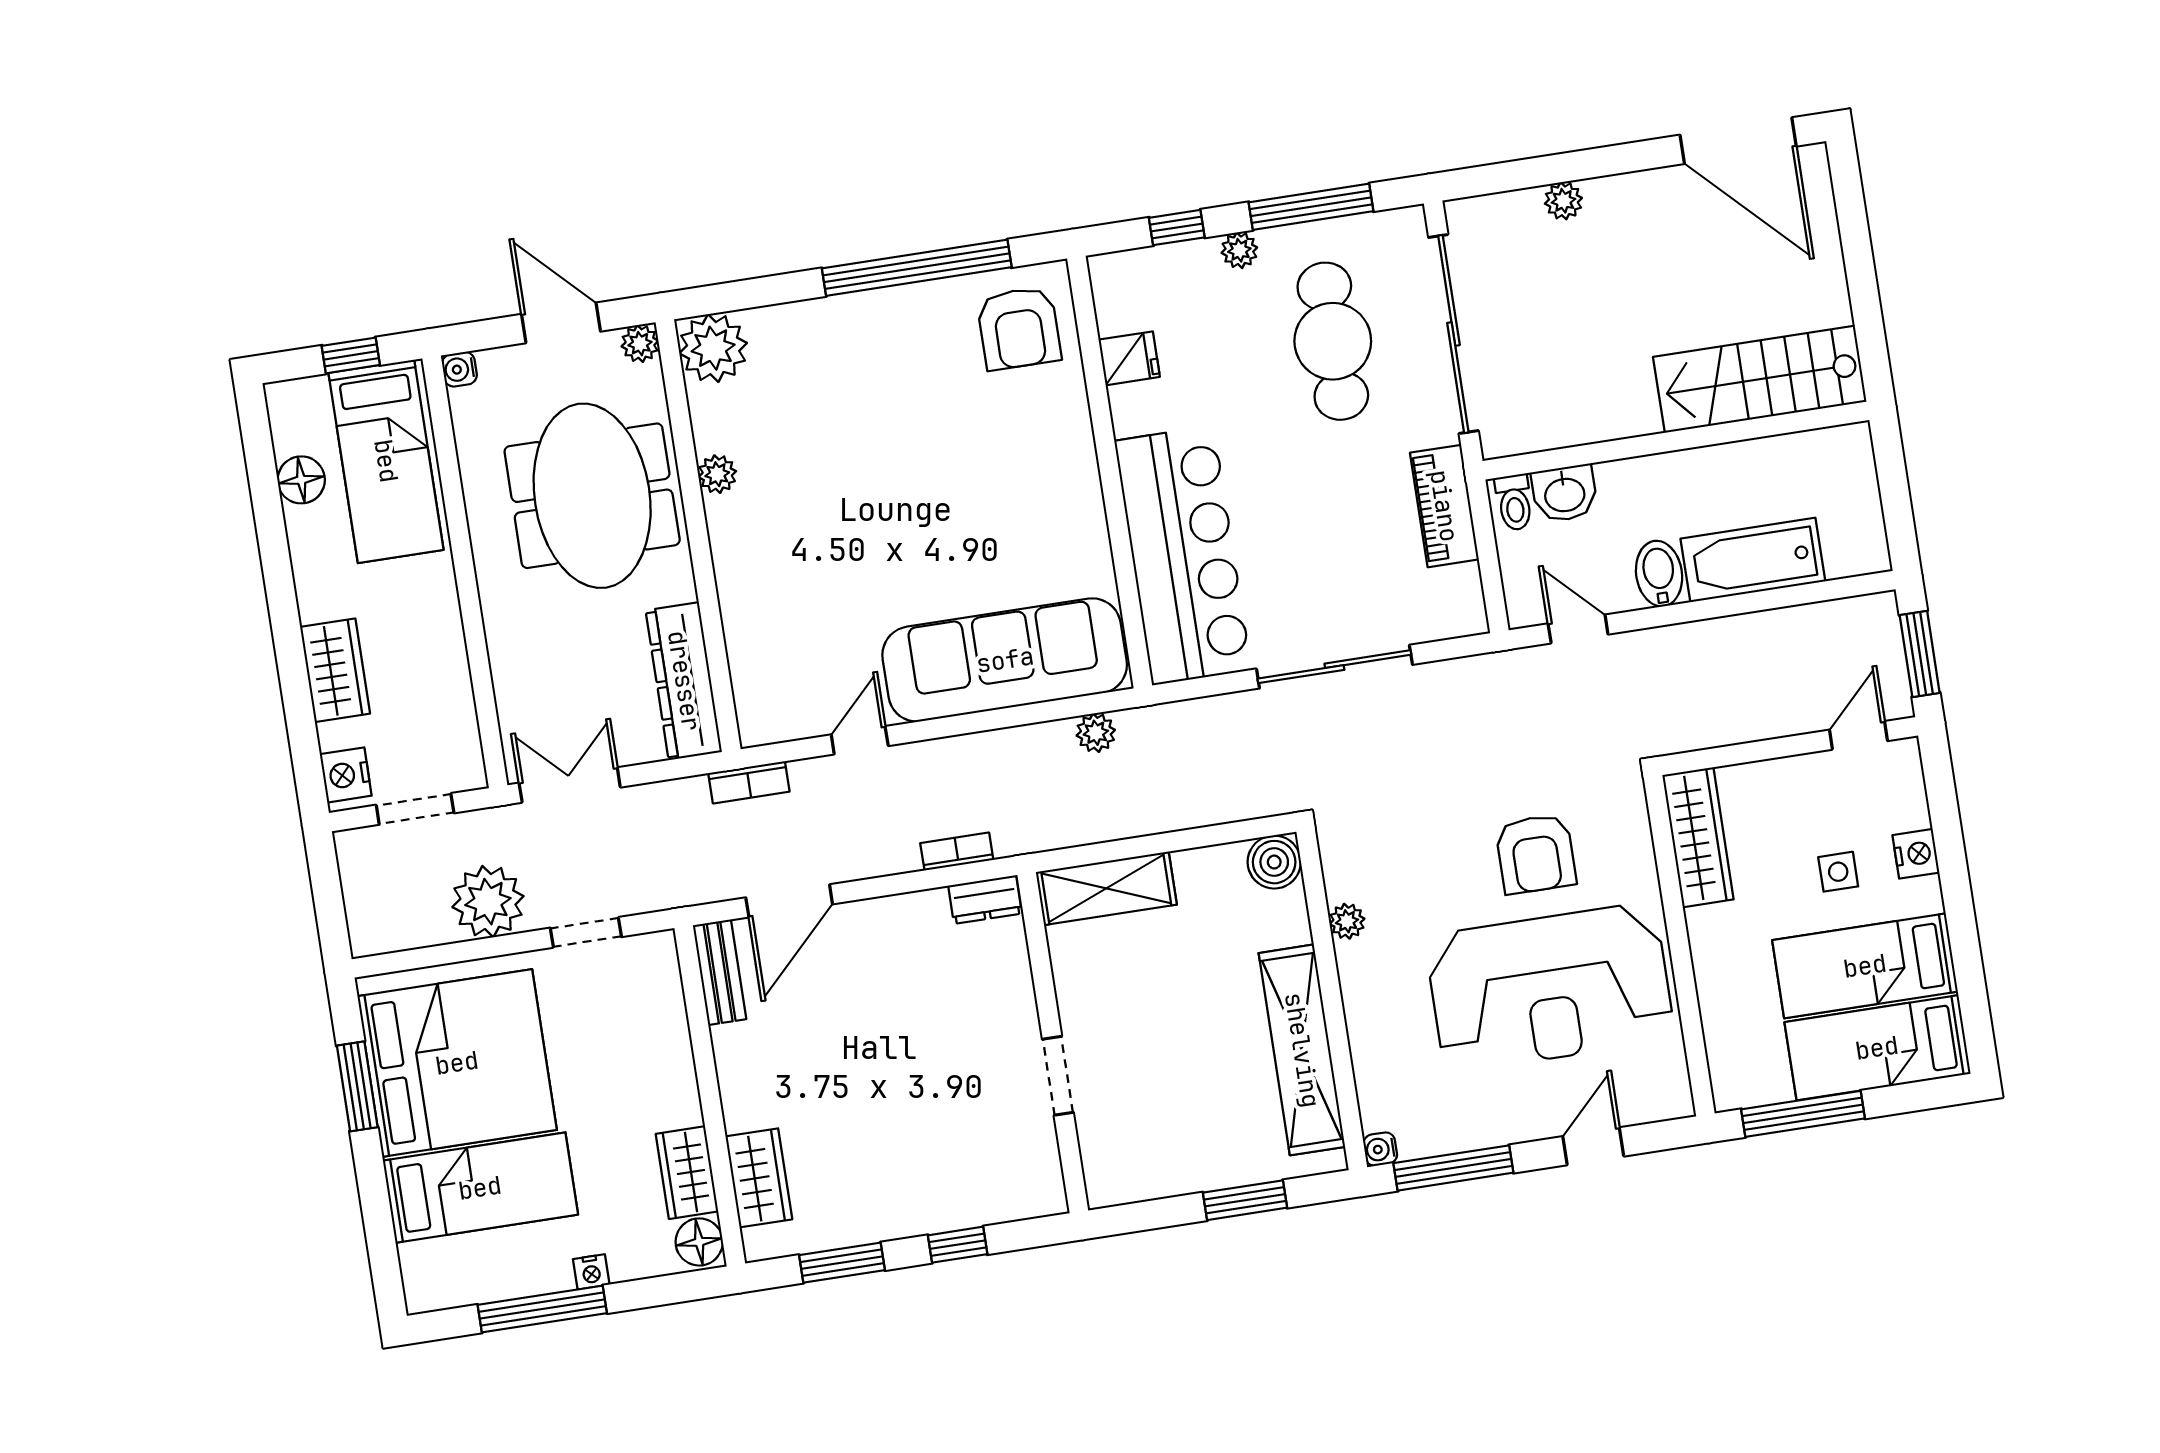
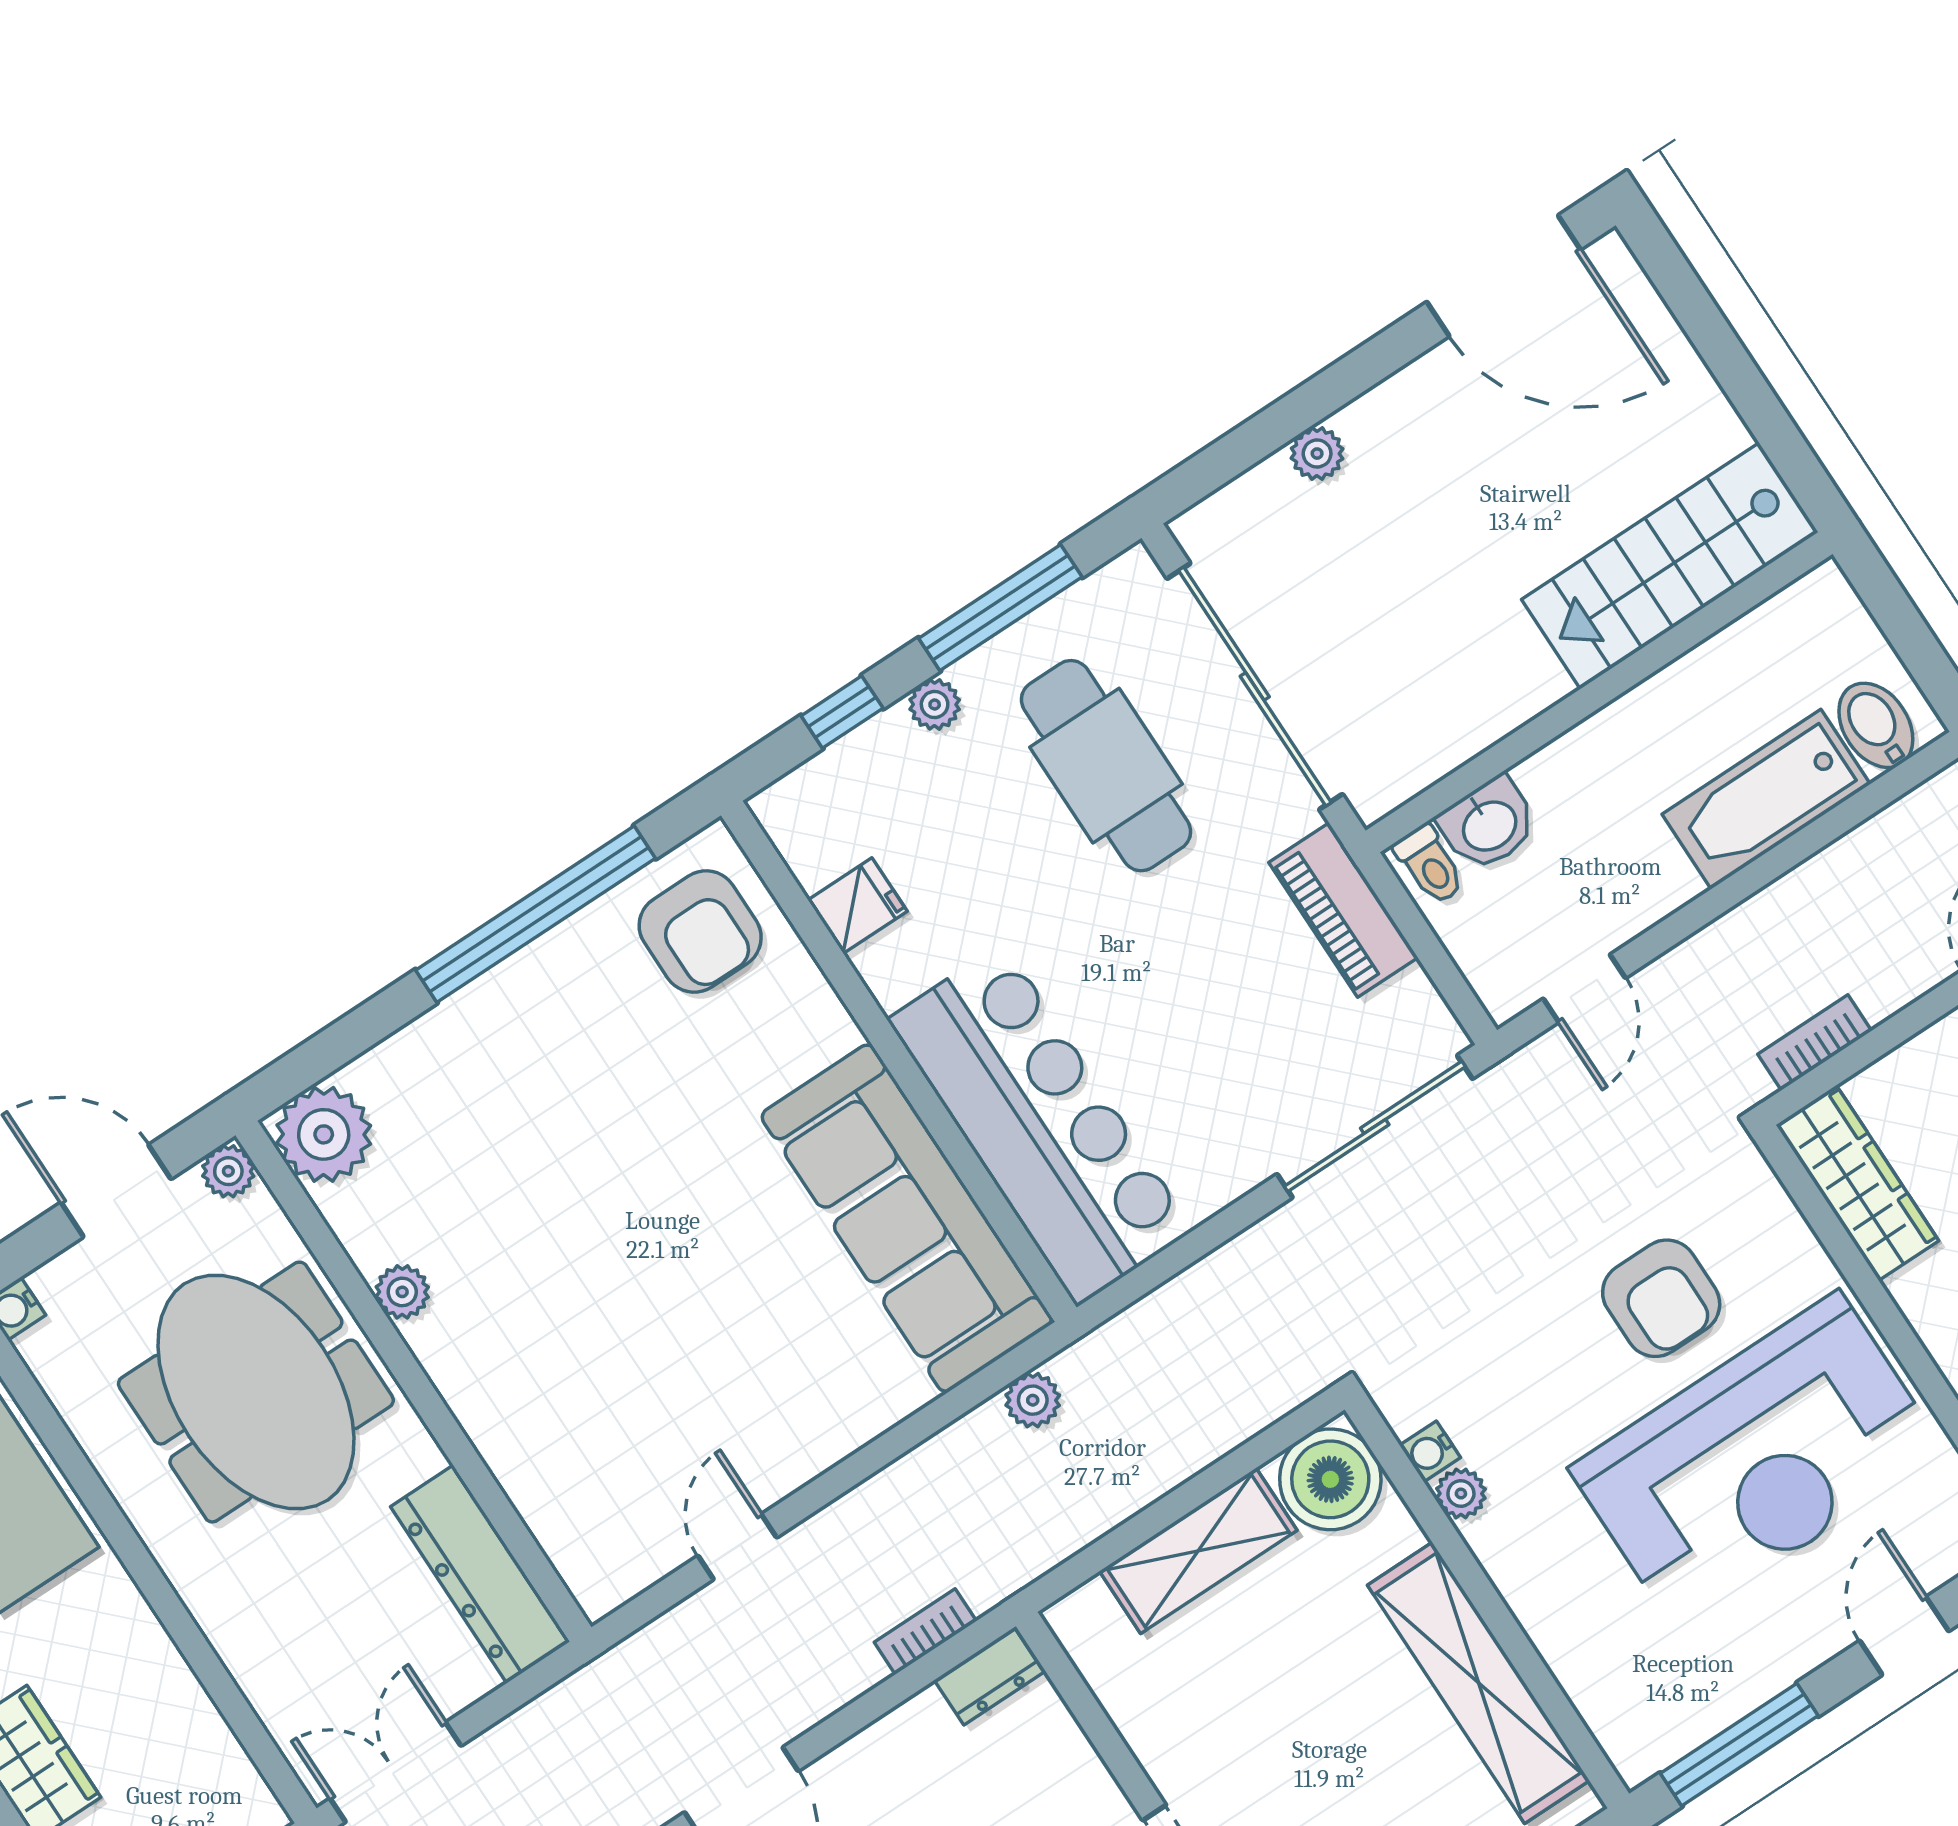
bidet: (1659, 574) -> (1876, 725), moved
door: (1578, 629) -> (1584, 988), swing flipped
sofa: (1005, 660) -> (907, 1218), moved, turned -90
sliding door: (1334, 667) -> (1375, 1126), moved
bookcase: (749, 782) -> (1815, 1042), moved, turned 180
boiler: (1274, 862) -> (1330, 1479), width x1.37, depth x1.37
shelving: (1106, 888) -> (1198, 1551), moved
water cooler: (1380, 1149) -> (1430, 1451), moved

